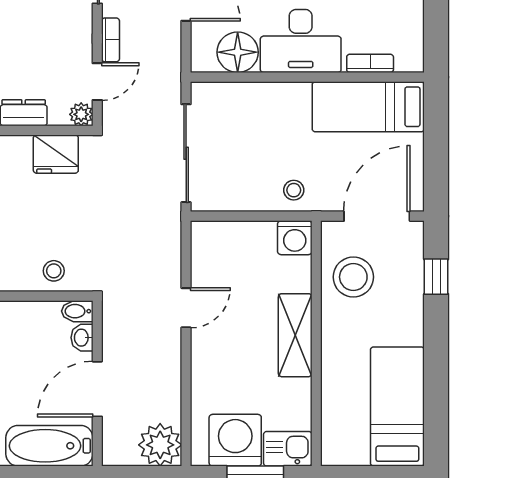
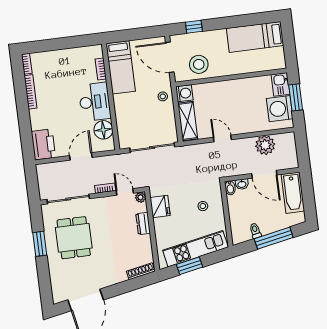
stool: (54, 271) -> (203, 206), moved
shelving: (295, 335) -> (188, 121), moved, turned 90
plant: (160, 445) -> (265, 145), moved

